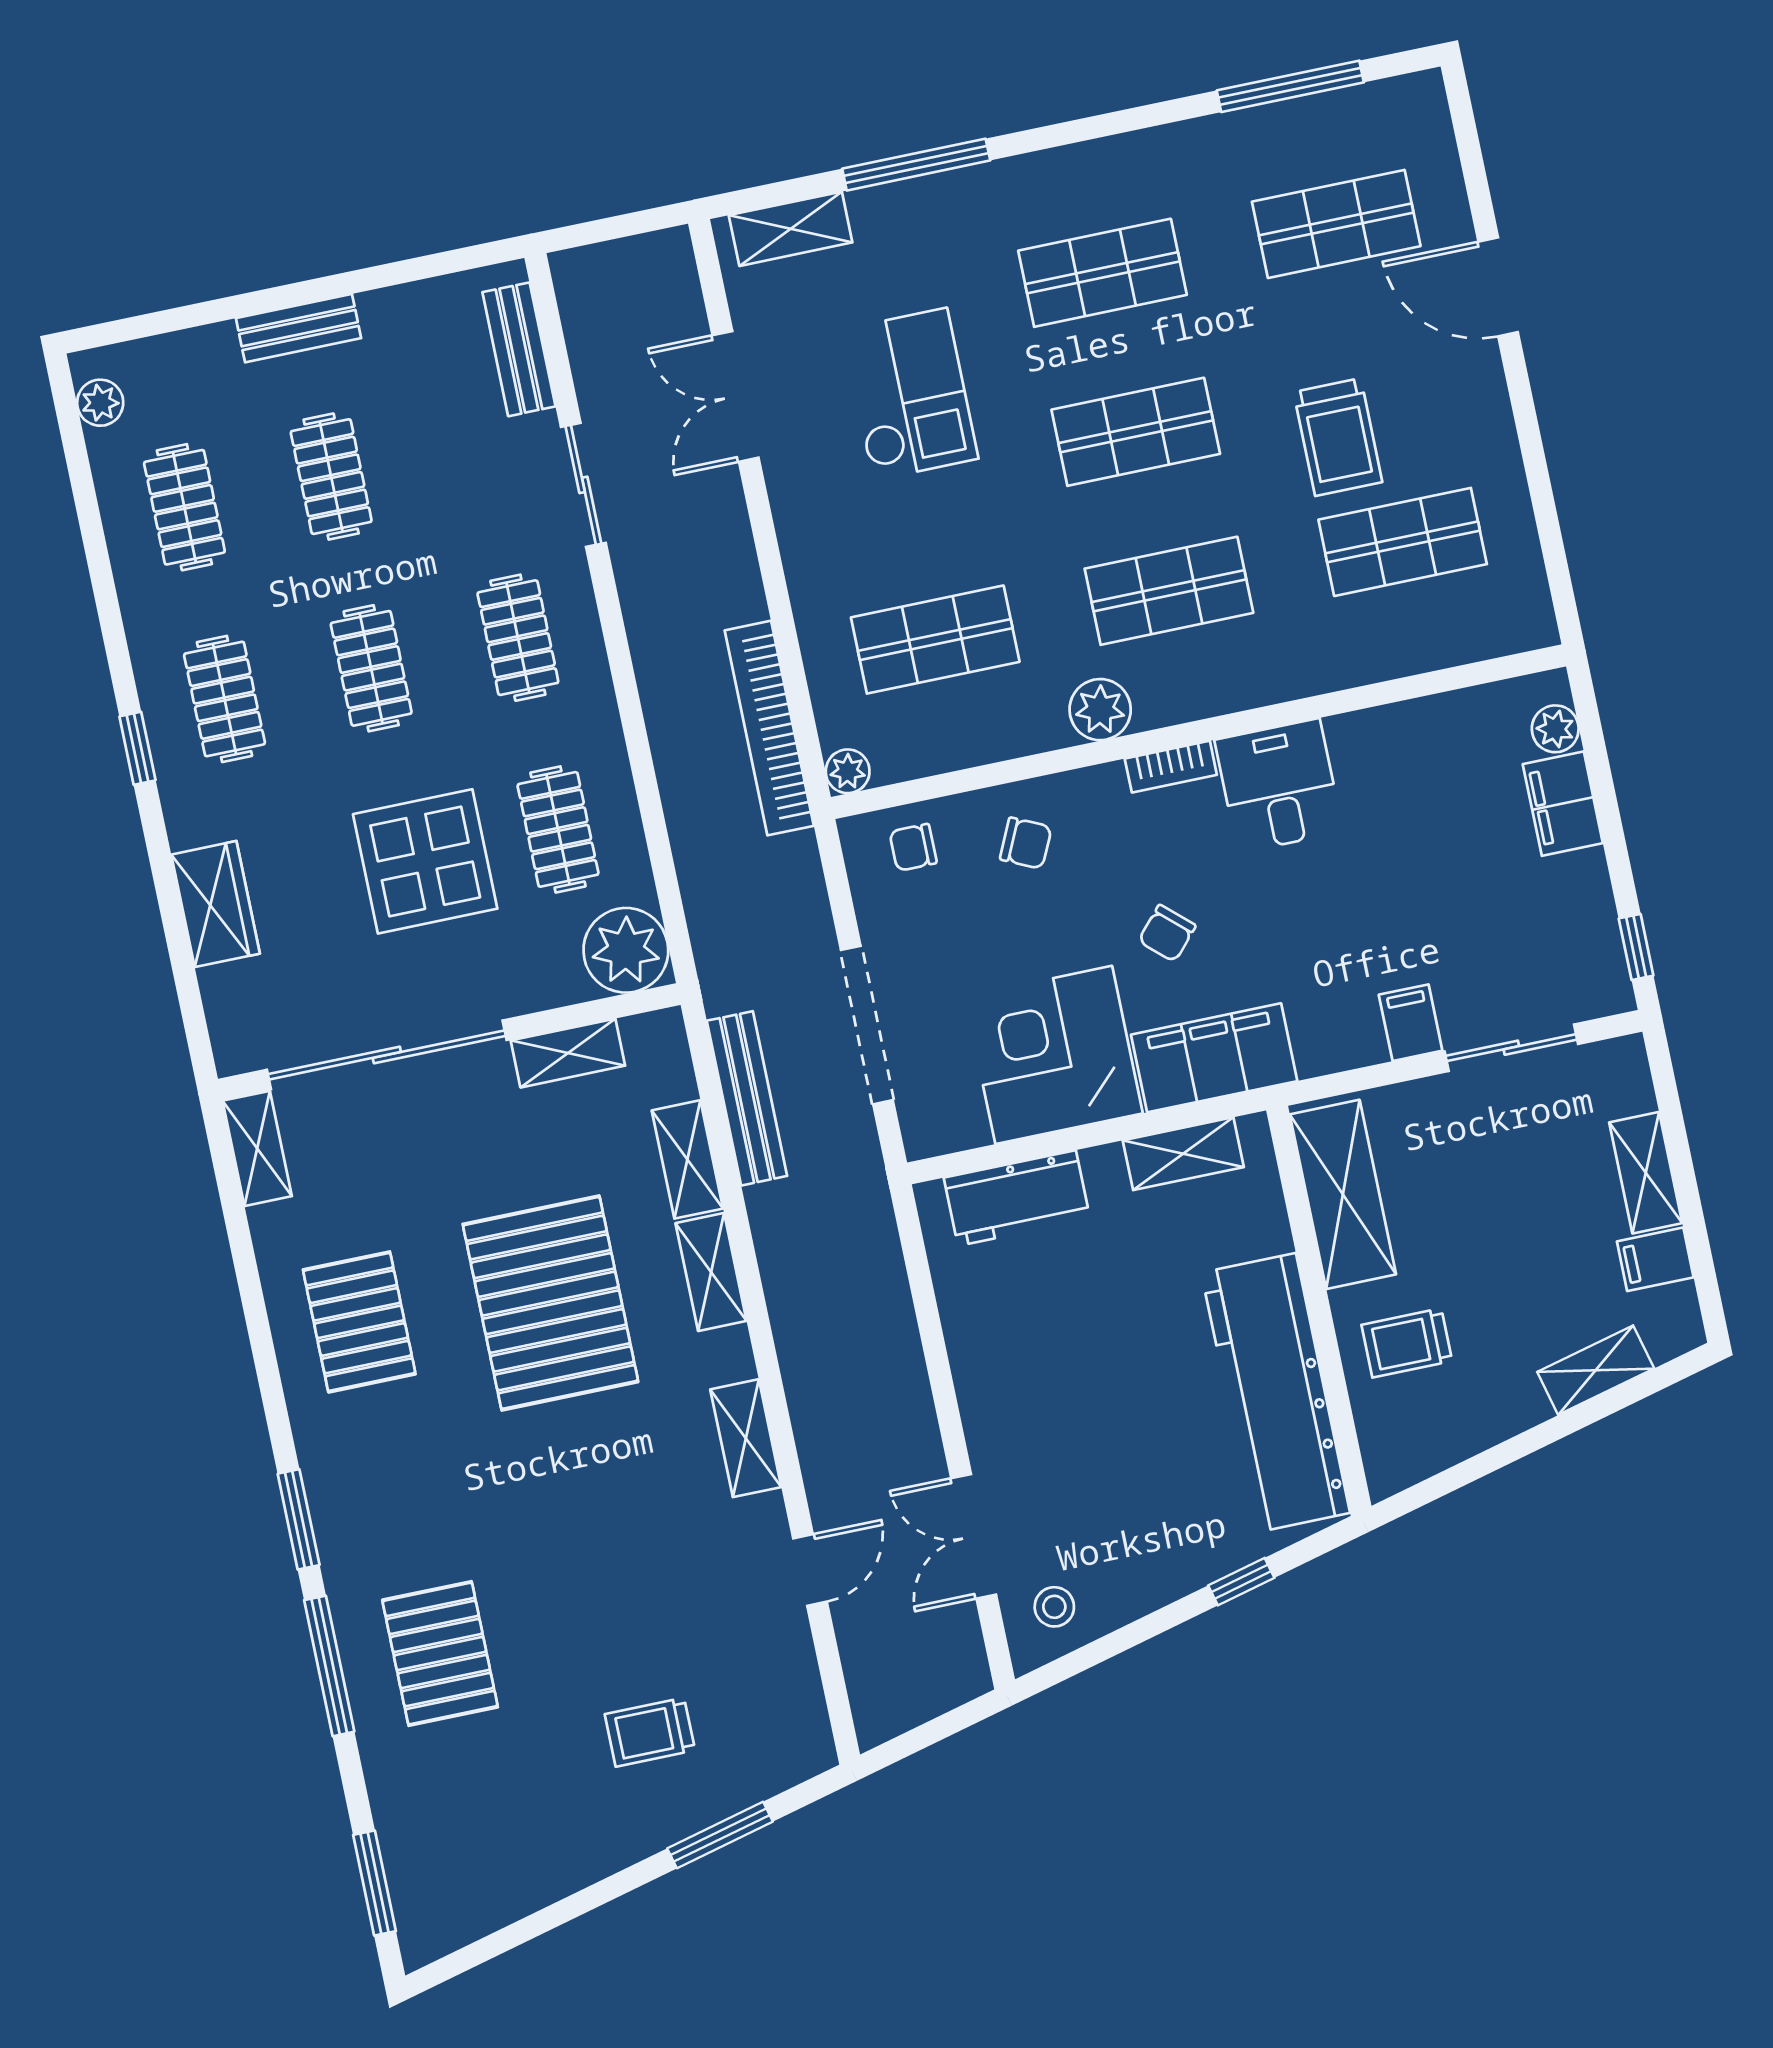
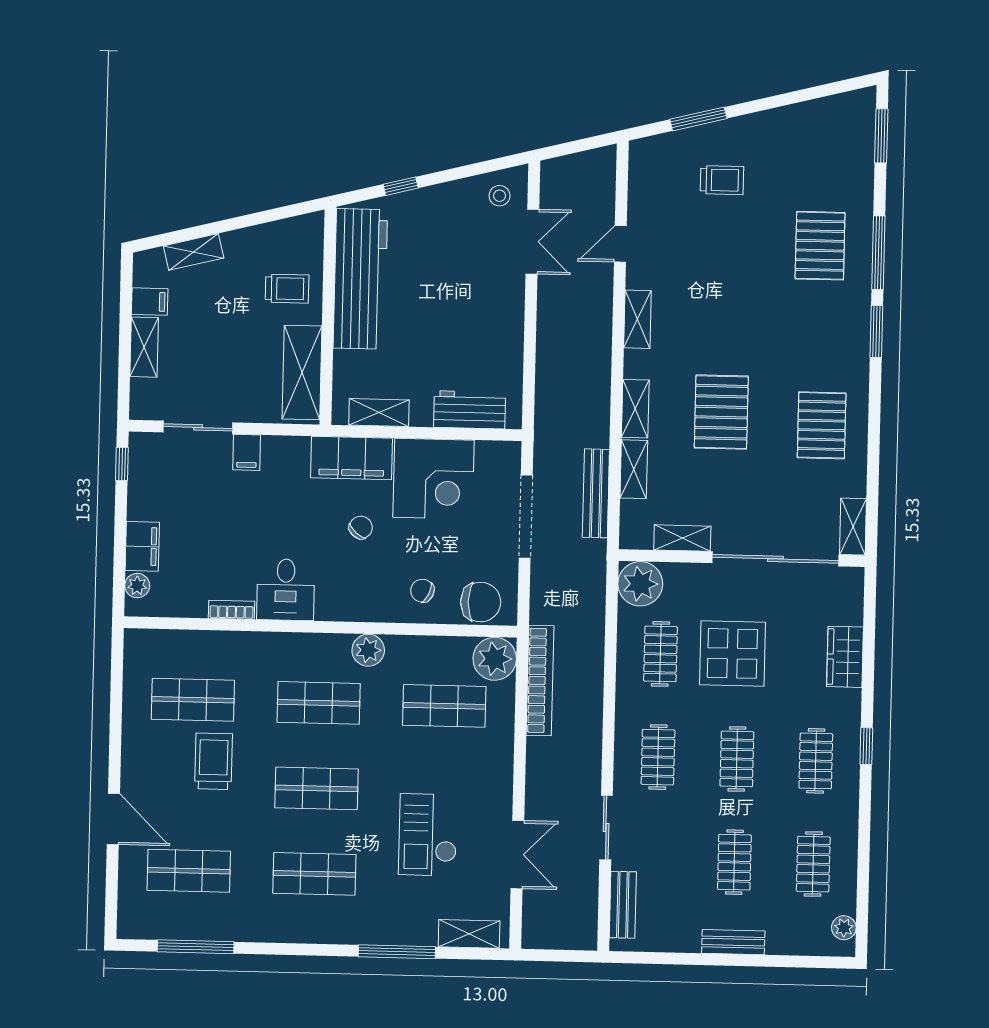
bookcase: (1171, 767) -> (232, 610), moved
plant: (848, 771) -> (495, 659), width x1.88, depth x1.88
chair: (913, 847) -> (481, 602), width x1.87, depth x1.87
pallet: (550, 1303) -> (721, 412), width x0.73, depth x0.71

